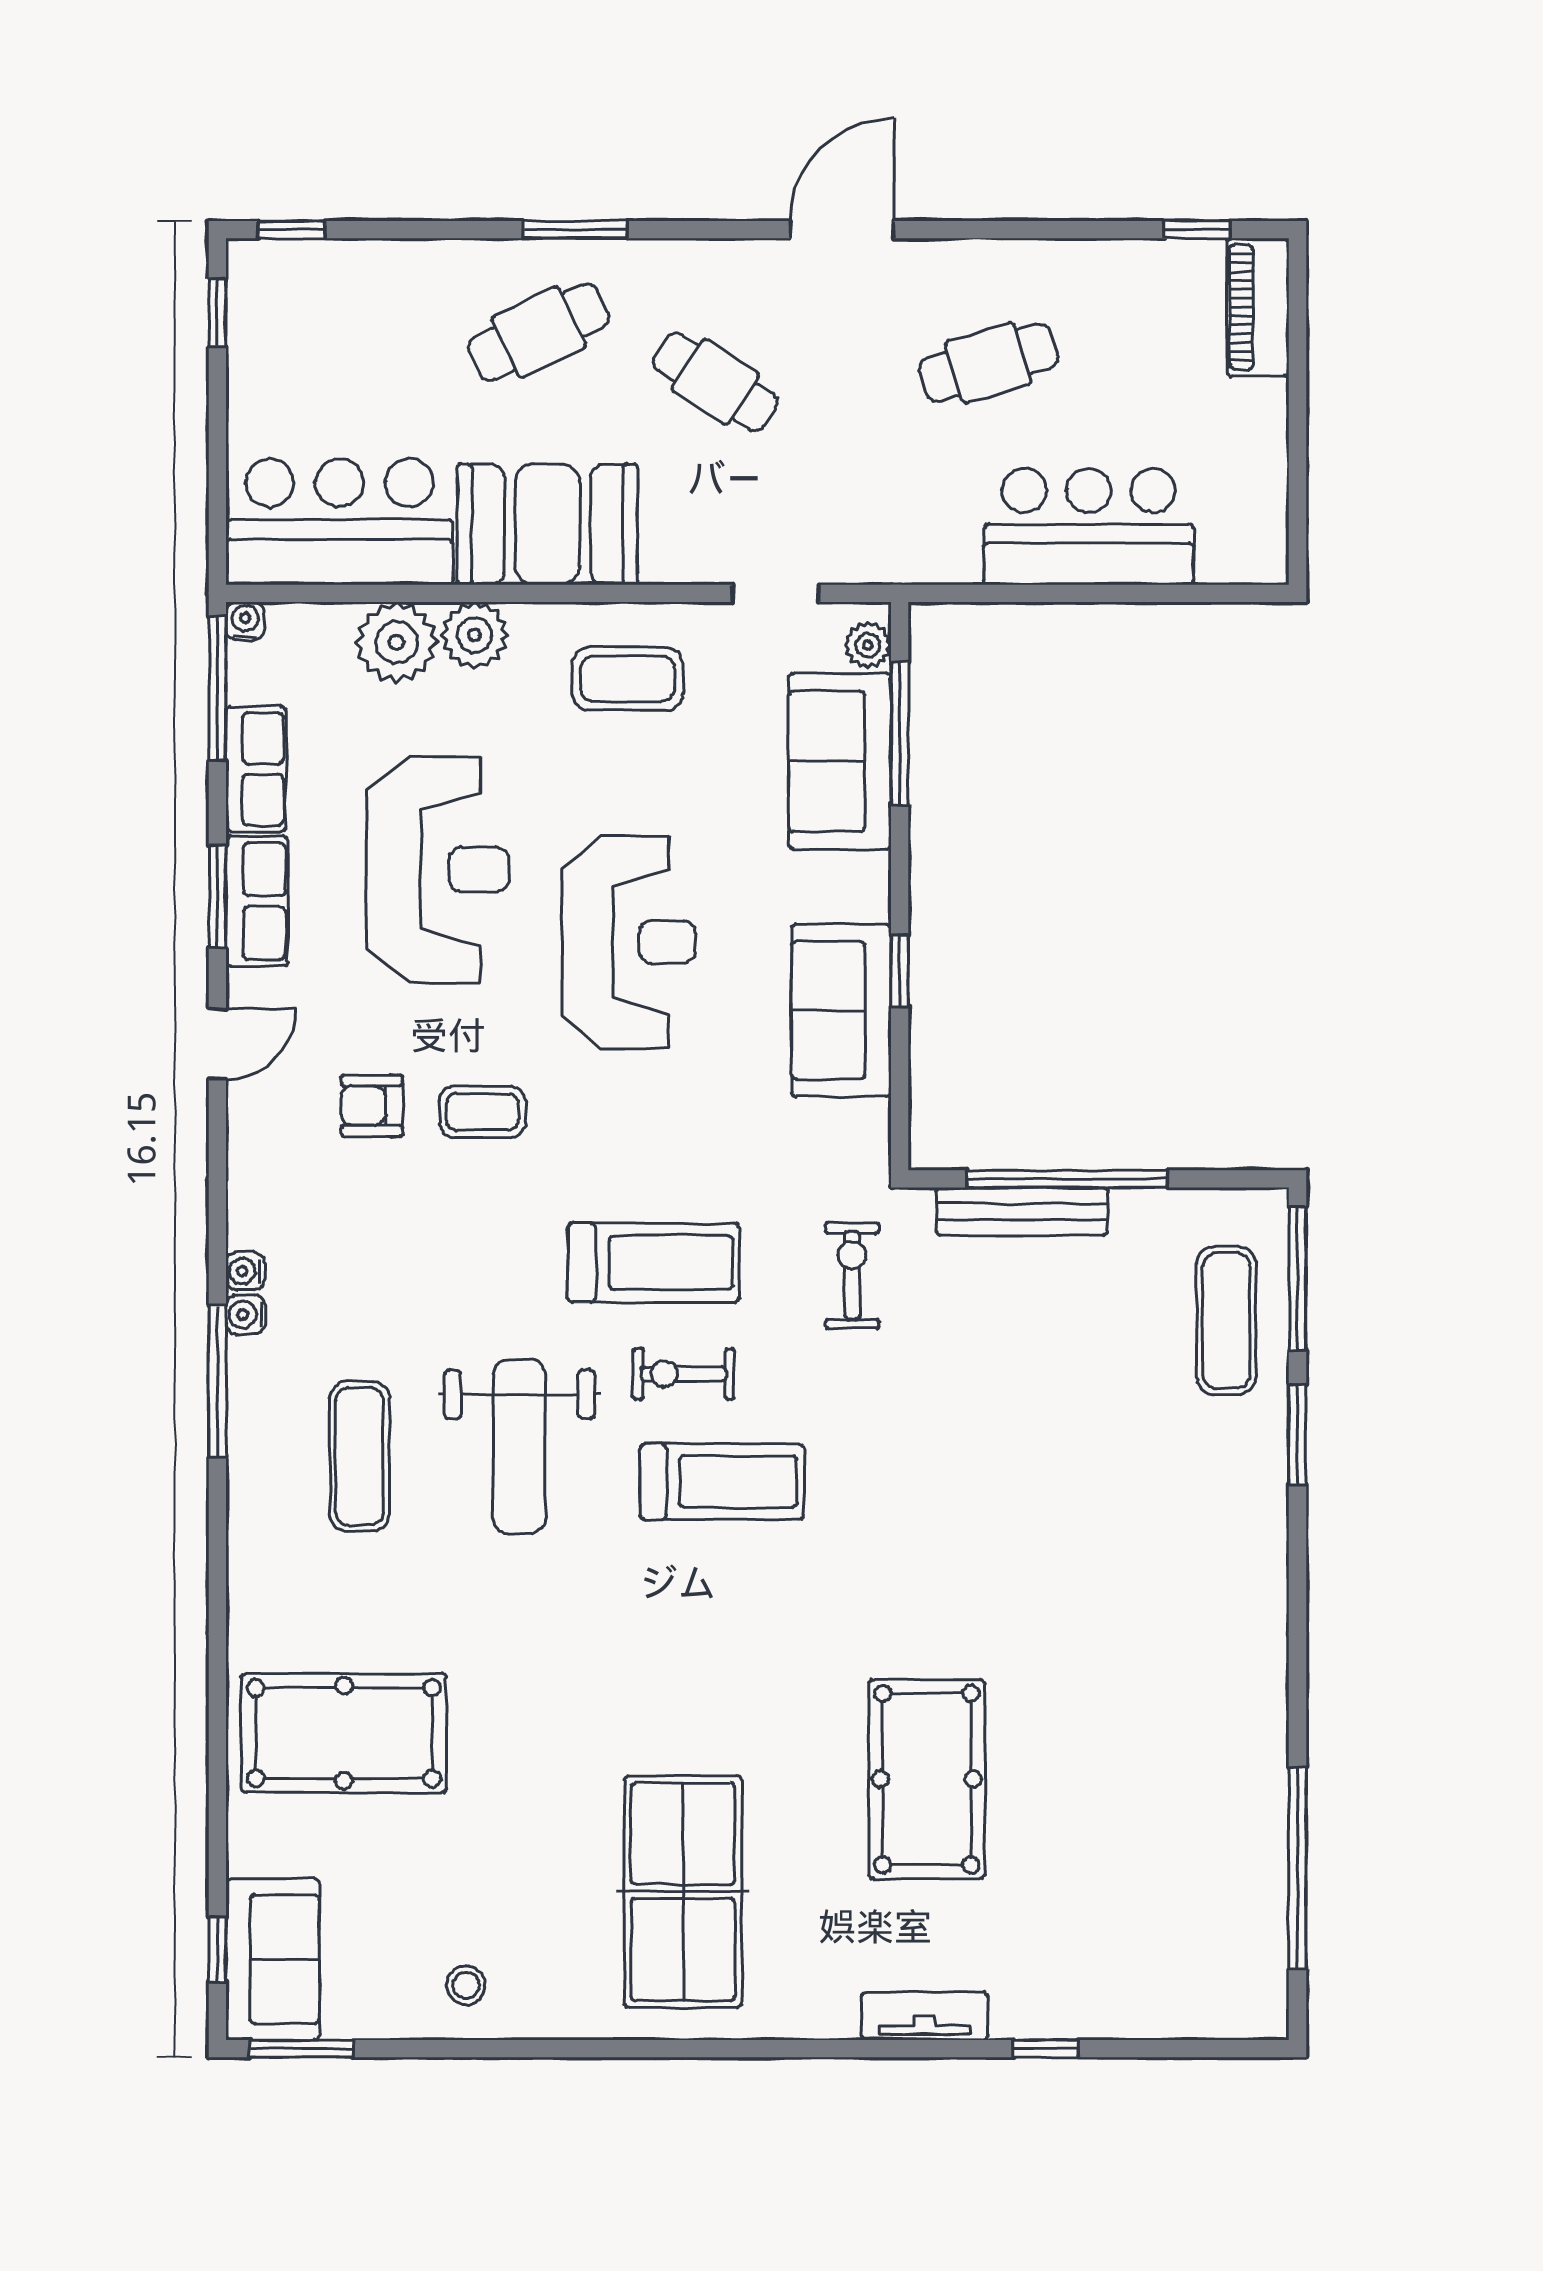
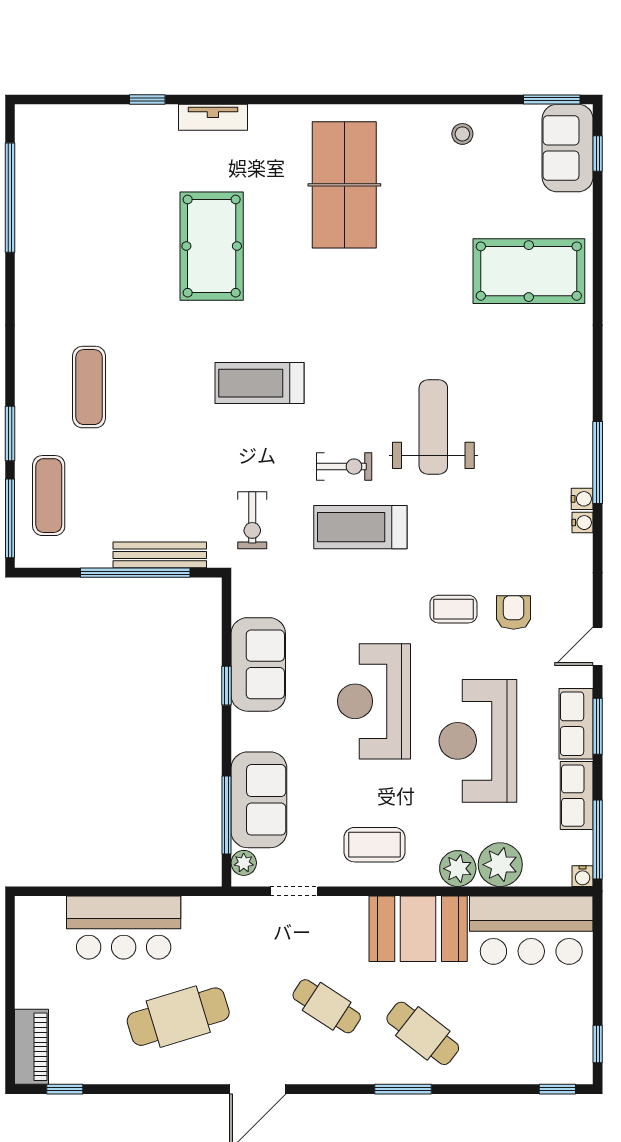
cafe table: (539, 332) -> (423, 1033), turned 64
cafe table: (988, 363) -> (178, 1017), width x1.37, depth x1.35
armchair: (372, 1106) -> (514, 612), turned -90
exercise mat: (360, 1456) -> (89, 387), moved
treadmill: (722, 1482) -> (260, 383), moved

